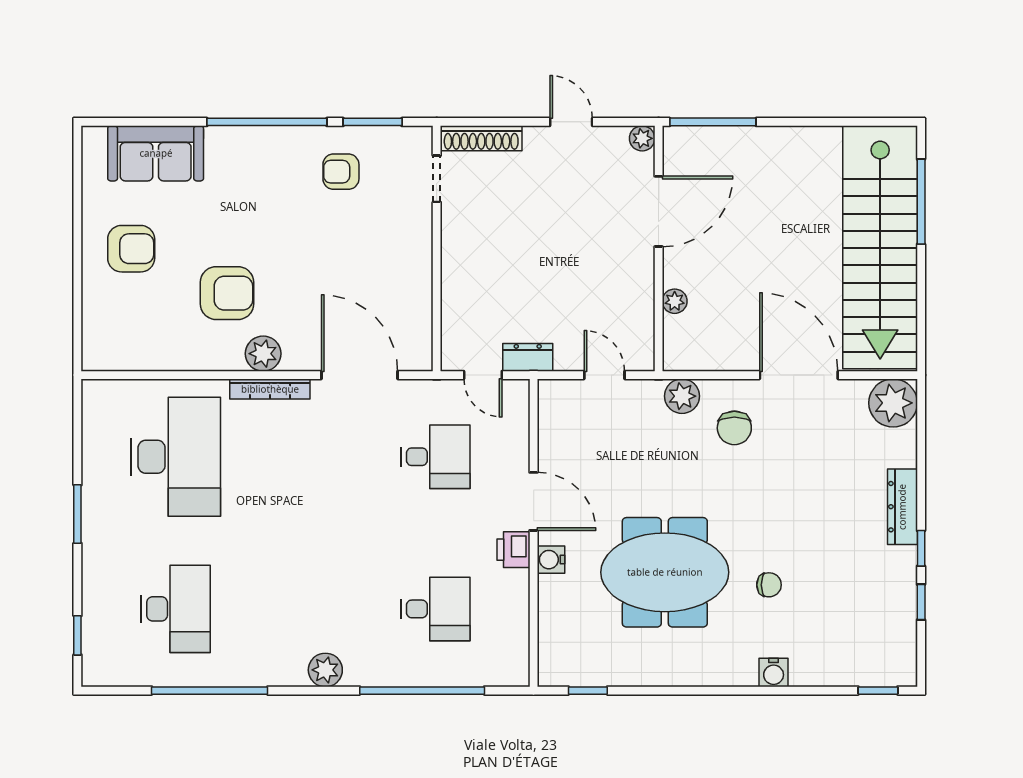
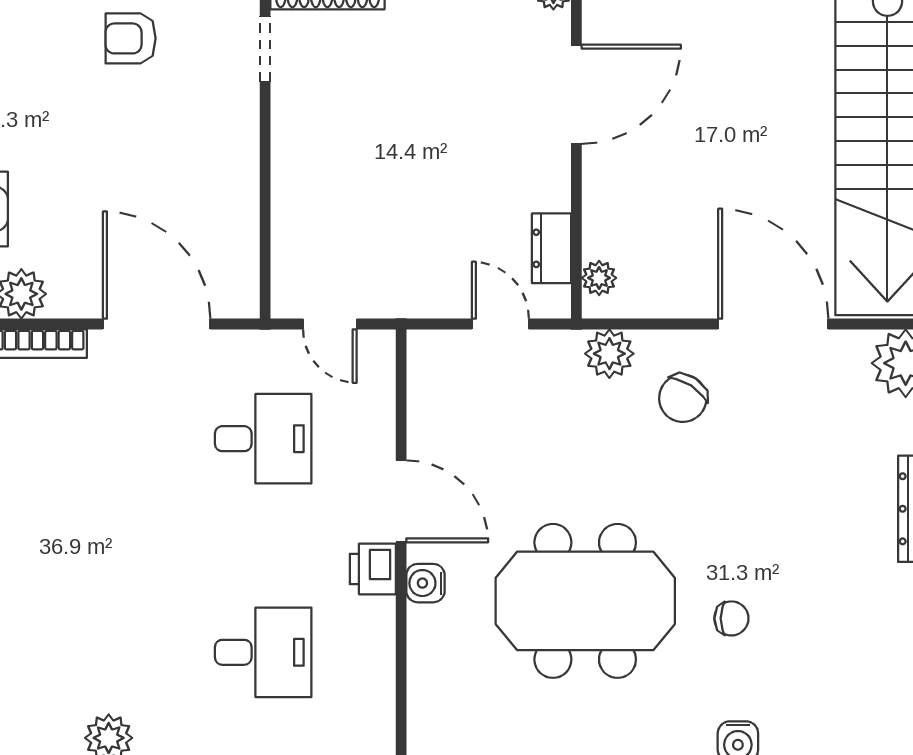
plant: (675, 301) -> (599, 278), moved
dresser: (528, 357) -> (552, 248), moved, turned -90
chair: (734, 428) -> (683, 398), turned 33

